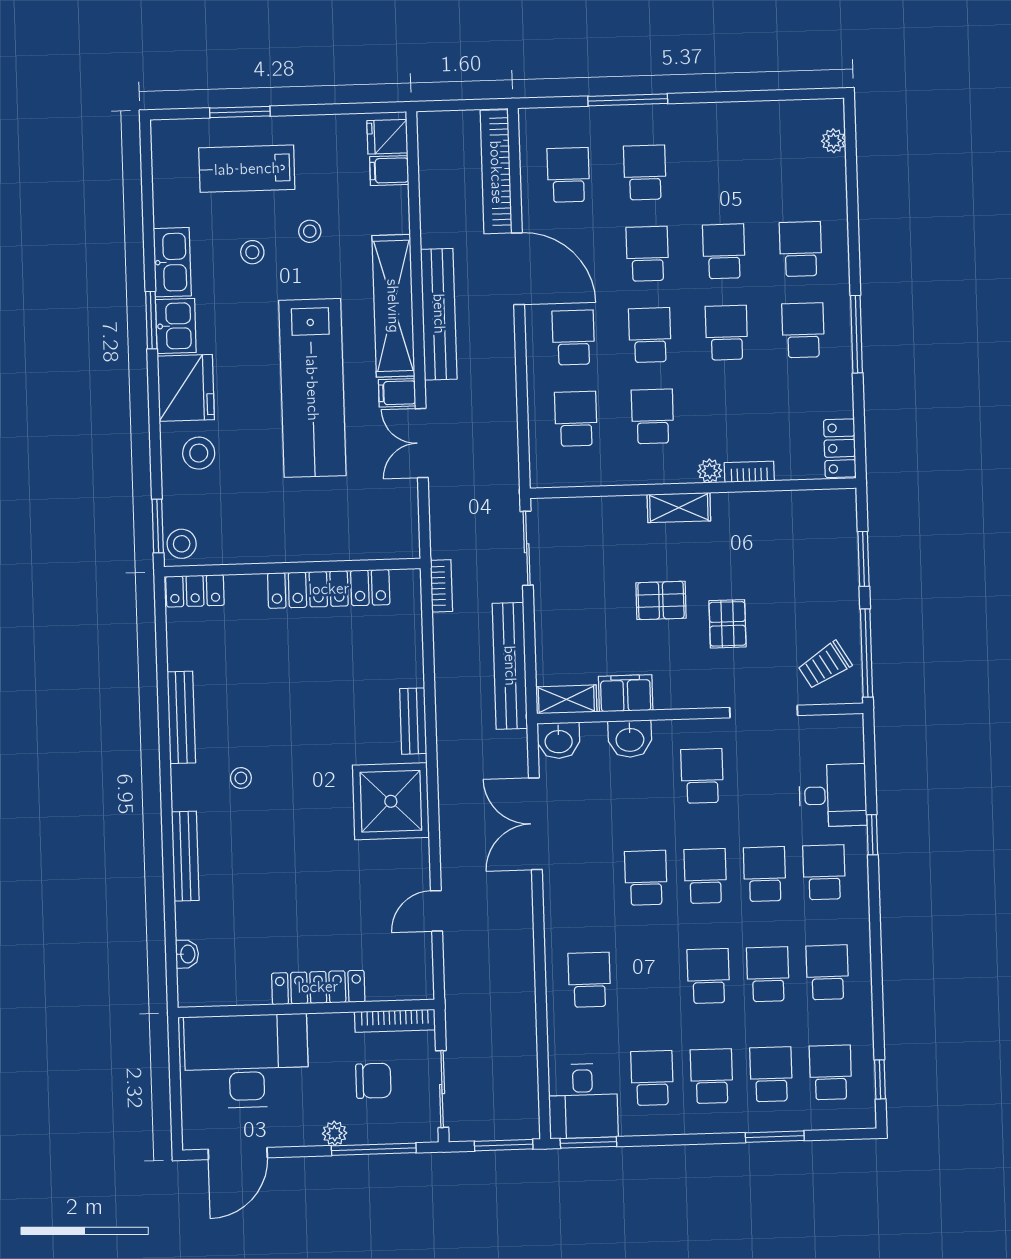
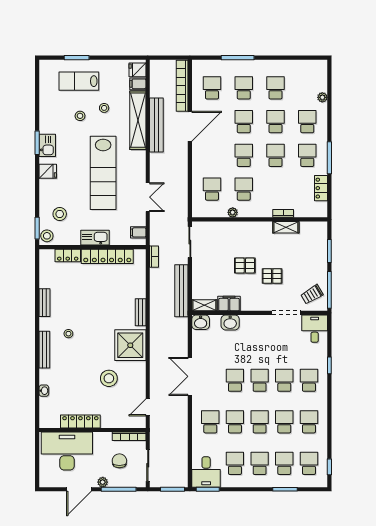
plant: (834, 141) -> (322, 97), moved
kitchen sink: (172, 262) -> (95, 238), moved, turned -90
door: (518, 269) -> (190, 126), hinge flipped
shelving: (393, 306) -> (138, 120), moved
bench: (439, 314) -> (156, 125), moved
school desk: (573, 337) -> (275, 88), moved
fridge: (186, 388) -> (48, 171), width x0.53, depth x0.75
filing cabinet: (397, 393) -> (138, 232), moved
double door: (422, 443) -> (148, 197), swing flipped
locker: (840, 448) -> (321, 188), moved
stool: (199, 453) -> (60, 214), moved
plant: (710, 471) -> (233, 212), moved
shelving: (679, 508) -> (286, 227), moved
locker: (195, 591) -> (68, 255), moved
pallet: (727, 624) -> (272, 276), turned 90
bench: (181, 717) -> (45, 303), width x0.73
school desk: (702, 776) -> (235, 422), moved
desk: (833, 795) -> (315, 329), moved, turned -90
double door: (535, 824) -> (190, 376), moved
bench: (185, 856) -> (44, 350), moved
stool: (342, 883) -> (109, 378), added
door: (436, 911) -> (148, 407), moved
washbasin: (187, 954) -> (44, 391), moved
locker: (318, 987) -> (80, 421), moved
chair: (373, 1081) -> (119, 461), turned -90
door: (238, 1153) -> (79, 489), moved

